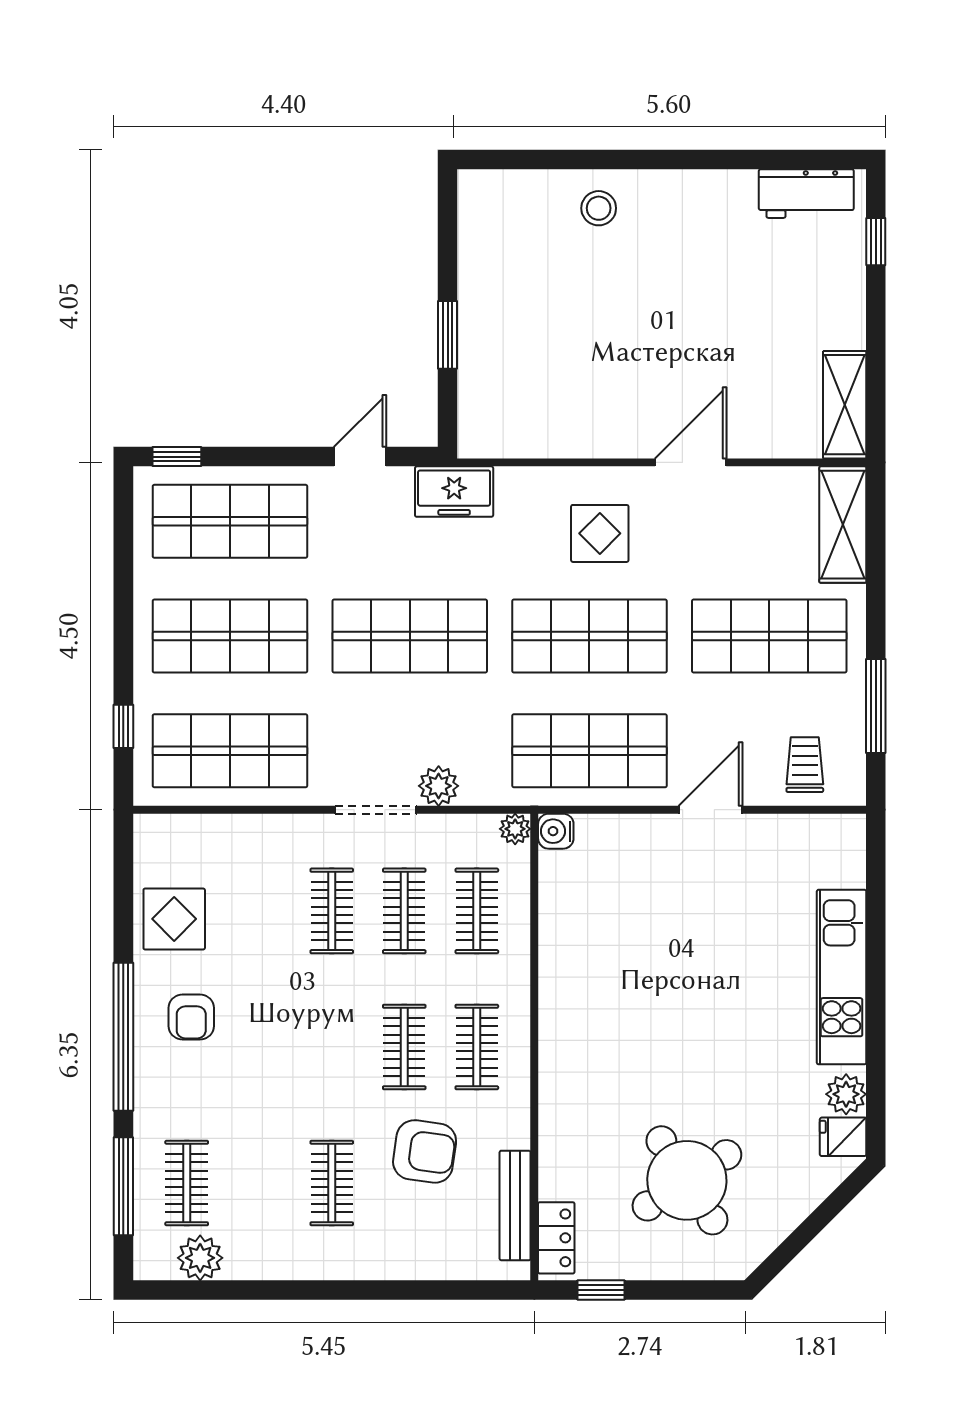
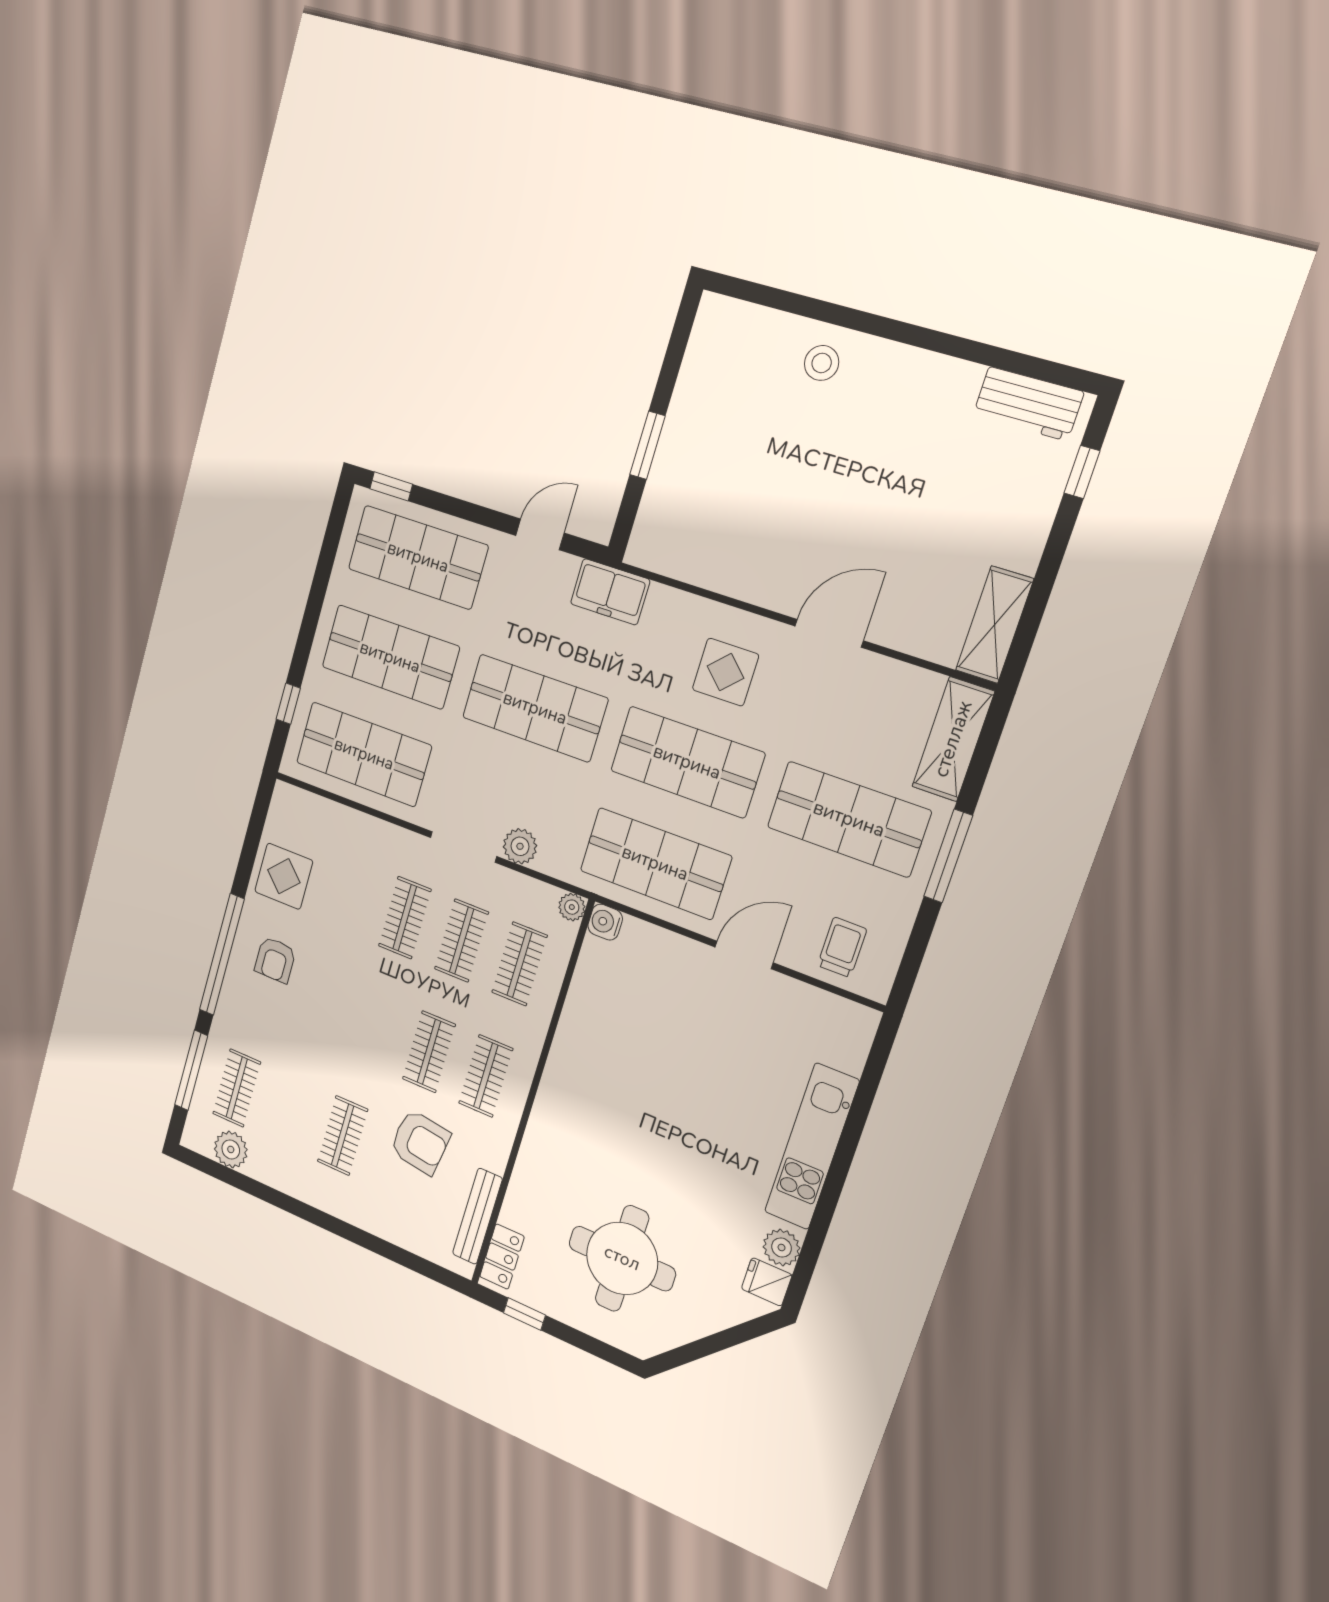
window: (876, 706) -> (948, 856), moved
round table: (687, 1180) -> (622, 1258), turned 33

